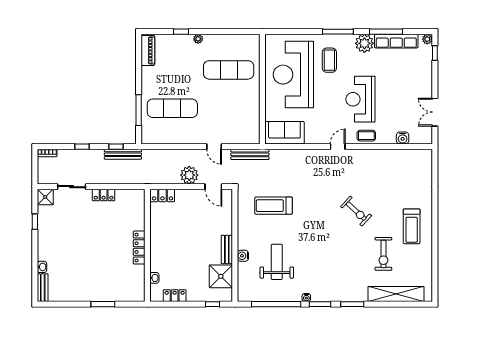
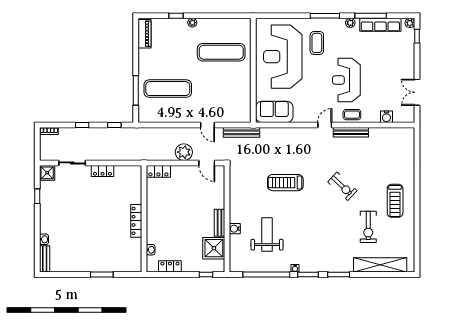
plant: (364, 43) -> (350, 23), width x0.53, depth x0.53
bench: (123, 154) -> (351, 132), moved
treadmill: (274, 206) -> (285, 183), moved

